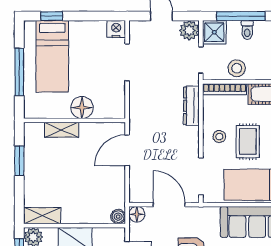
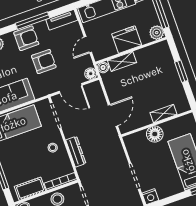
dresser: (191, 106) -> (76, 152), moved
rug: (248, 142) -> (32, 151), removed
window: (19, 161) -> (181, 71), moved
shelving: (42, 216) -> (122, 61), moved

